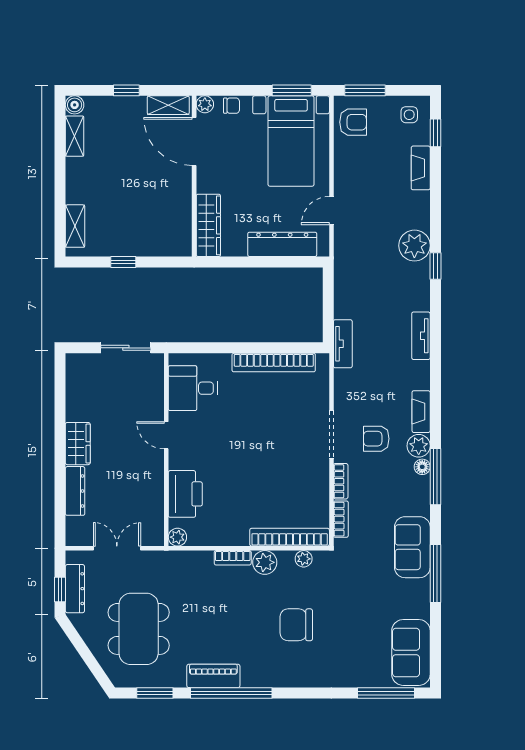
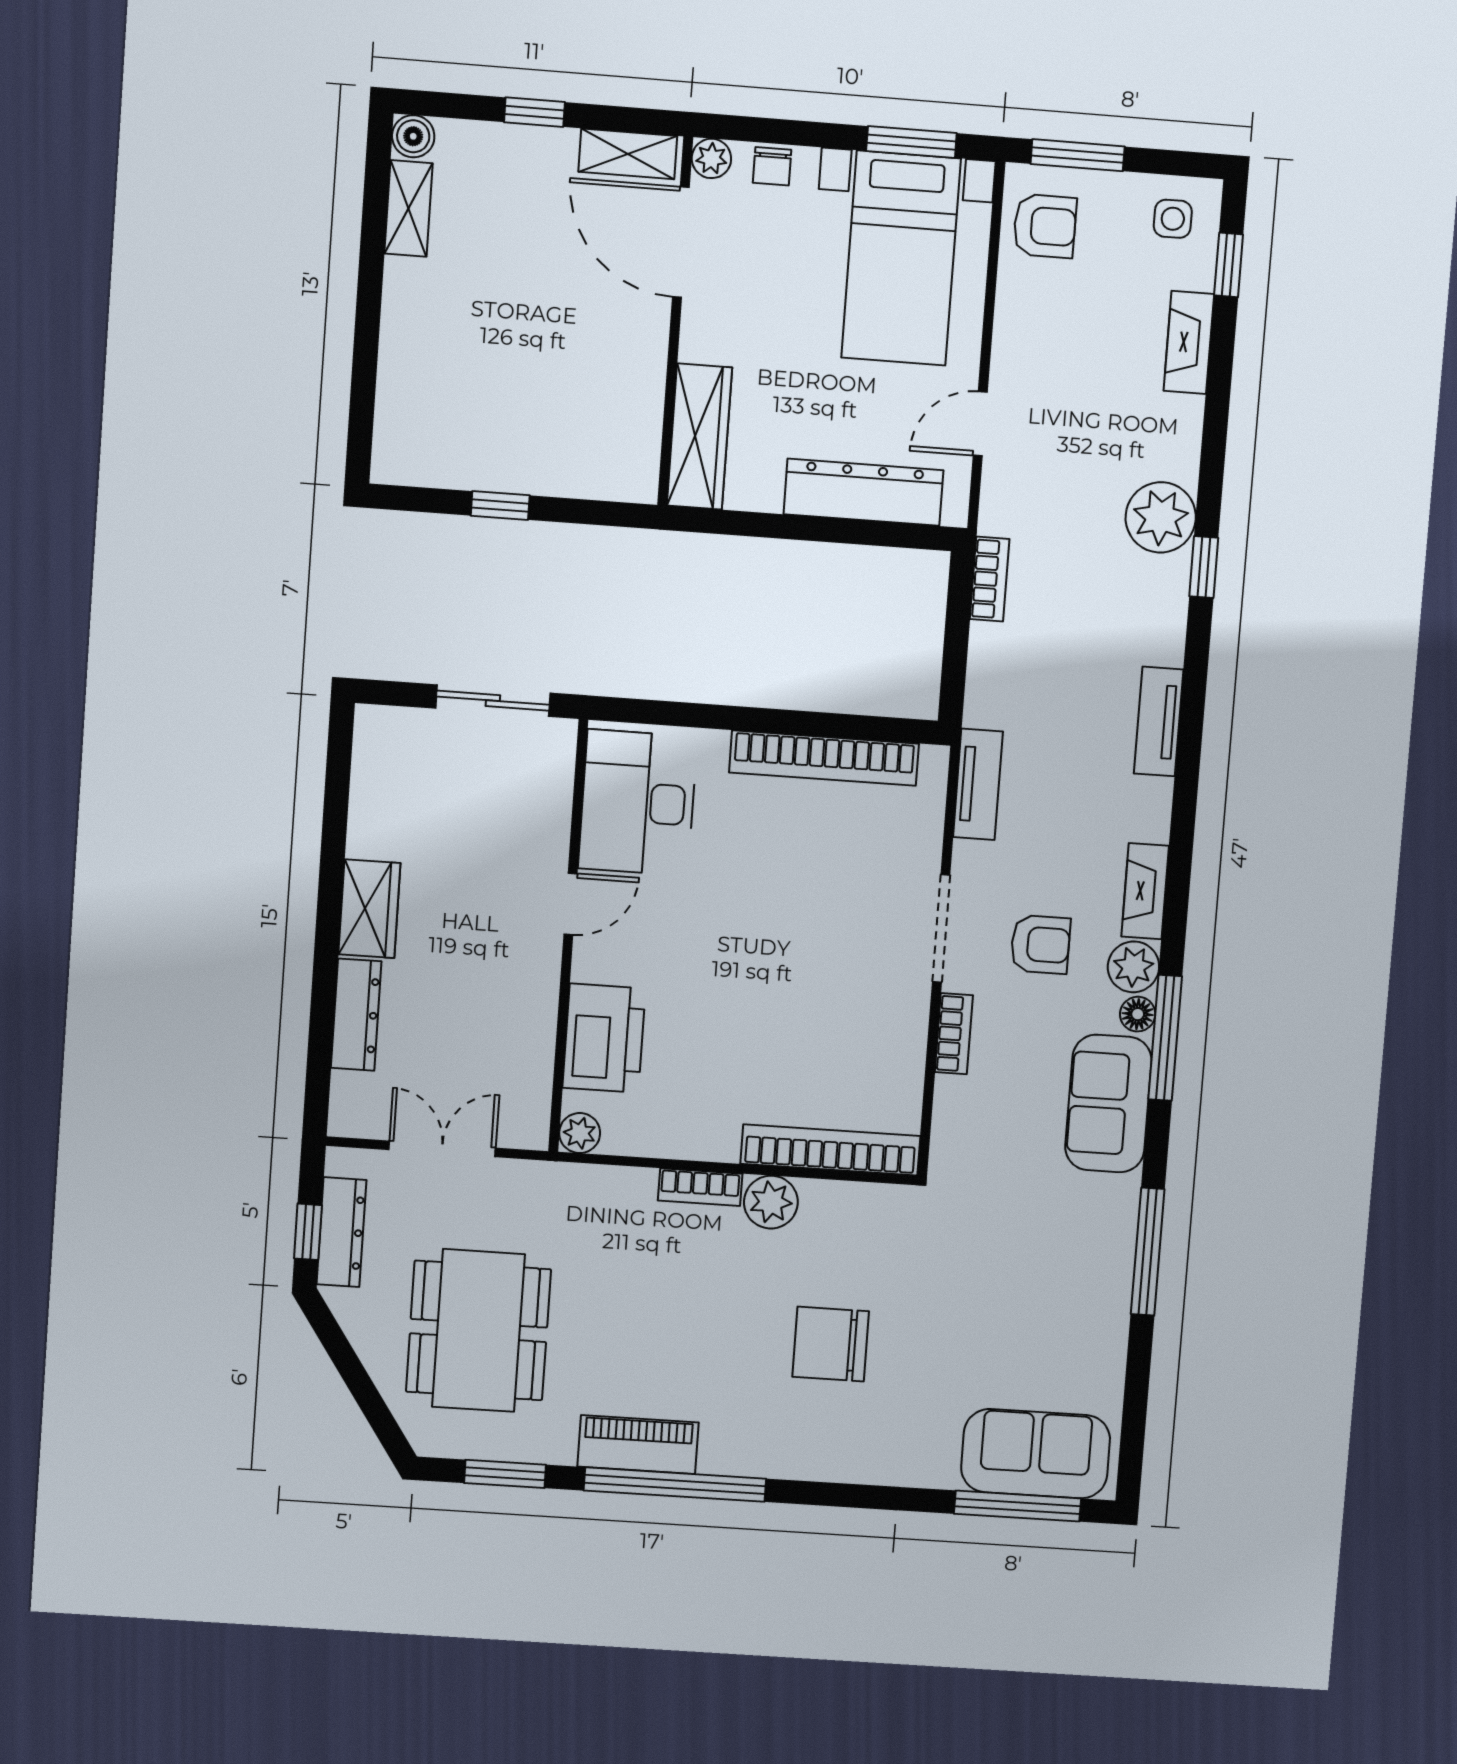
chair: (232, 106) -> (772, 166), turned 90
shelving: (75, 226) -> (396, 415), removed
tv unit: (343, 344) -> (978, 784), moved
desk: (193, 388) -> (638, 803), width x1.37
door: (166, 435) -> (571, 904), swing flipped
armchair: (376, 439) -> (1040, 944), turned 180
bookcase: (341, 519) -> (990, 579), moved
sofa: (412, 547) -> (1108, 1104), moved
plant: (304, 559) -> (858, 1200), removed
sofa: (411, 652) -> (1036, 1454), moved, turned 90

